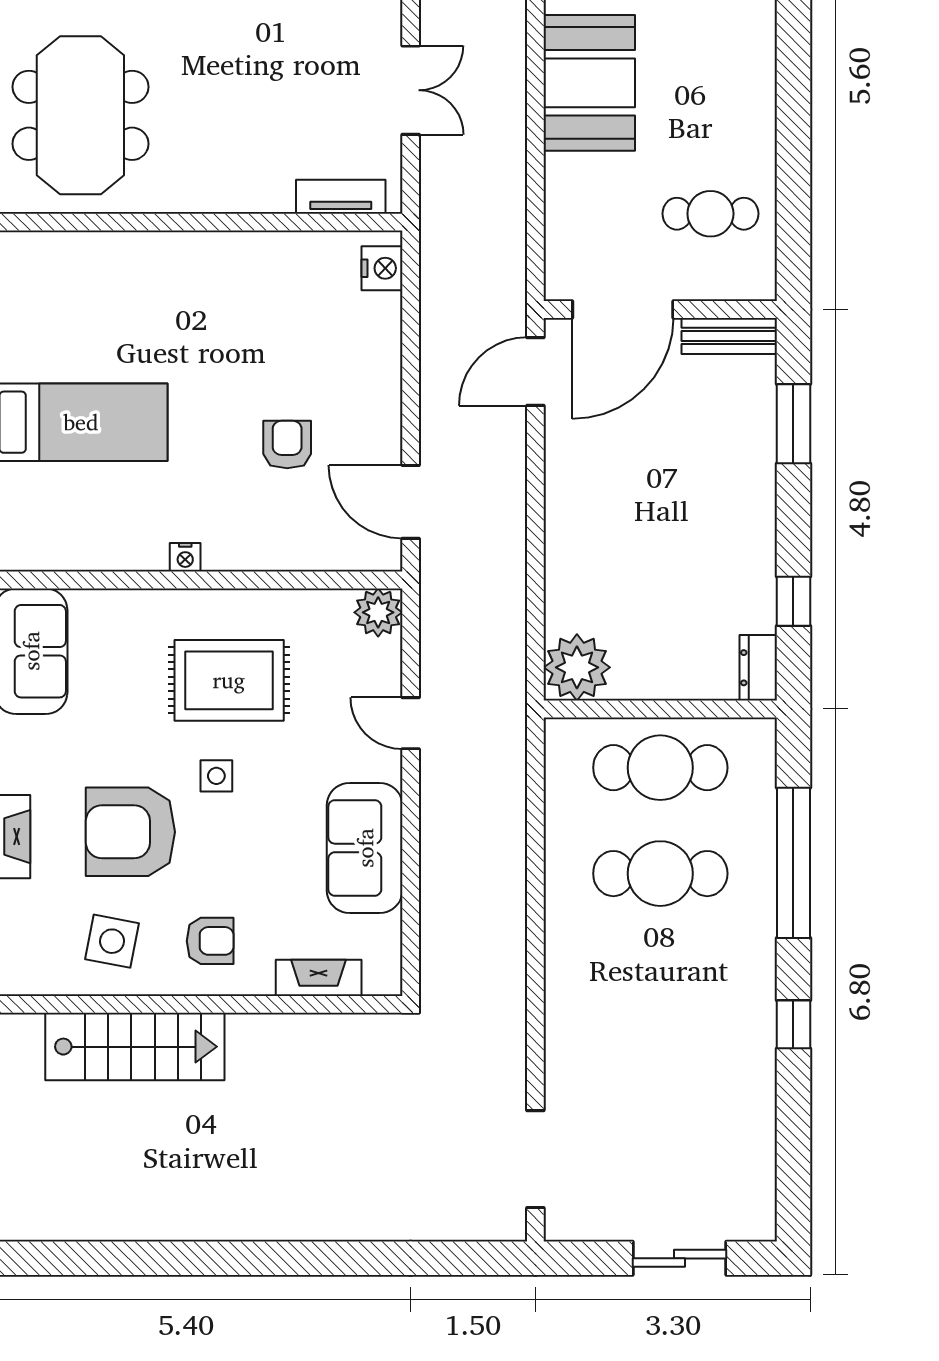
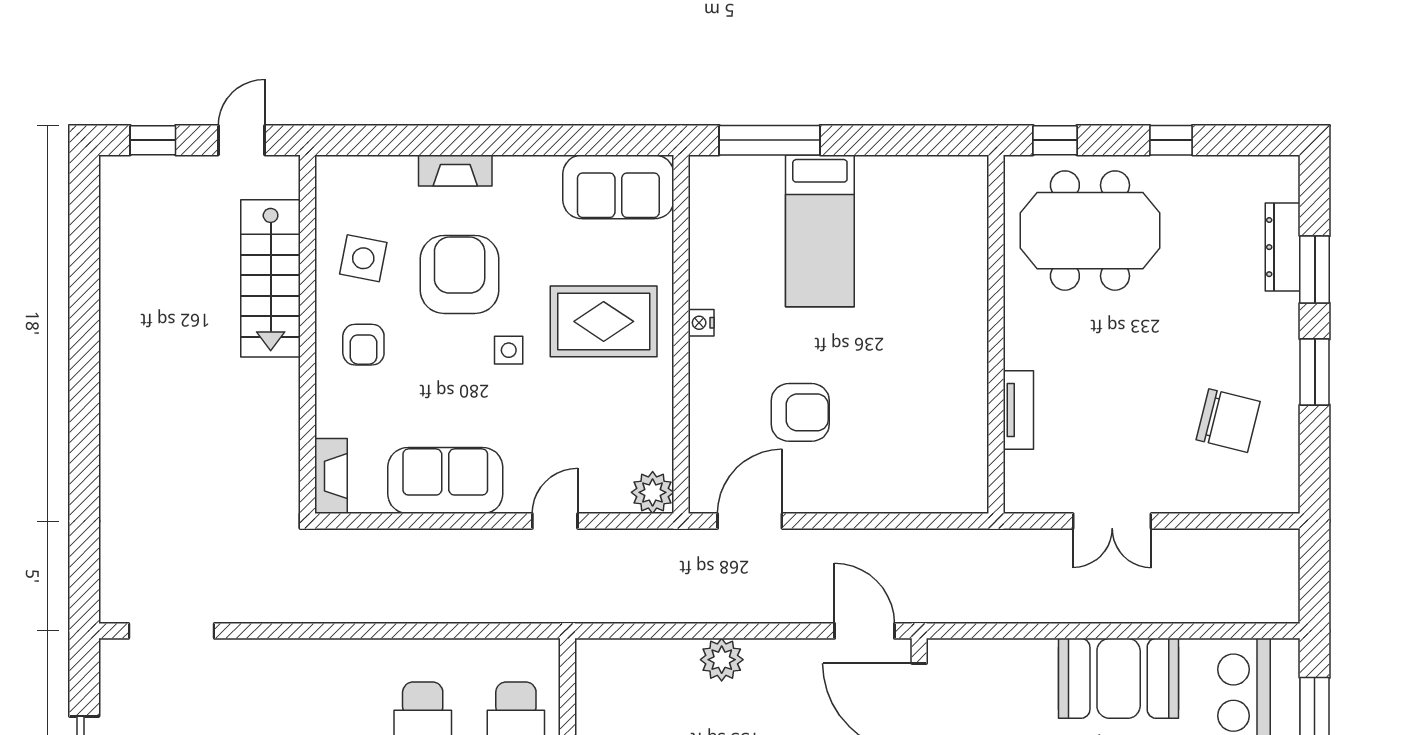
tv unit: (341, 197) -> (1018, 410), moved
nightstand: (382, 268) -> (955, 496), removed
armchair: (287, 445) -> (800, 412), width x1.38, depth x1.38
plant: (577, 667) -> (722, 660), moved, width x0.73, depth x0.73
rug: (229, 680) -> (604, 321), moved, turned 90
fireplace: (319, 978) -> (331, 476), moved

